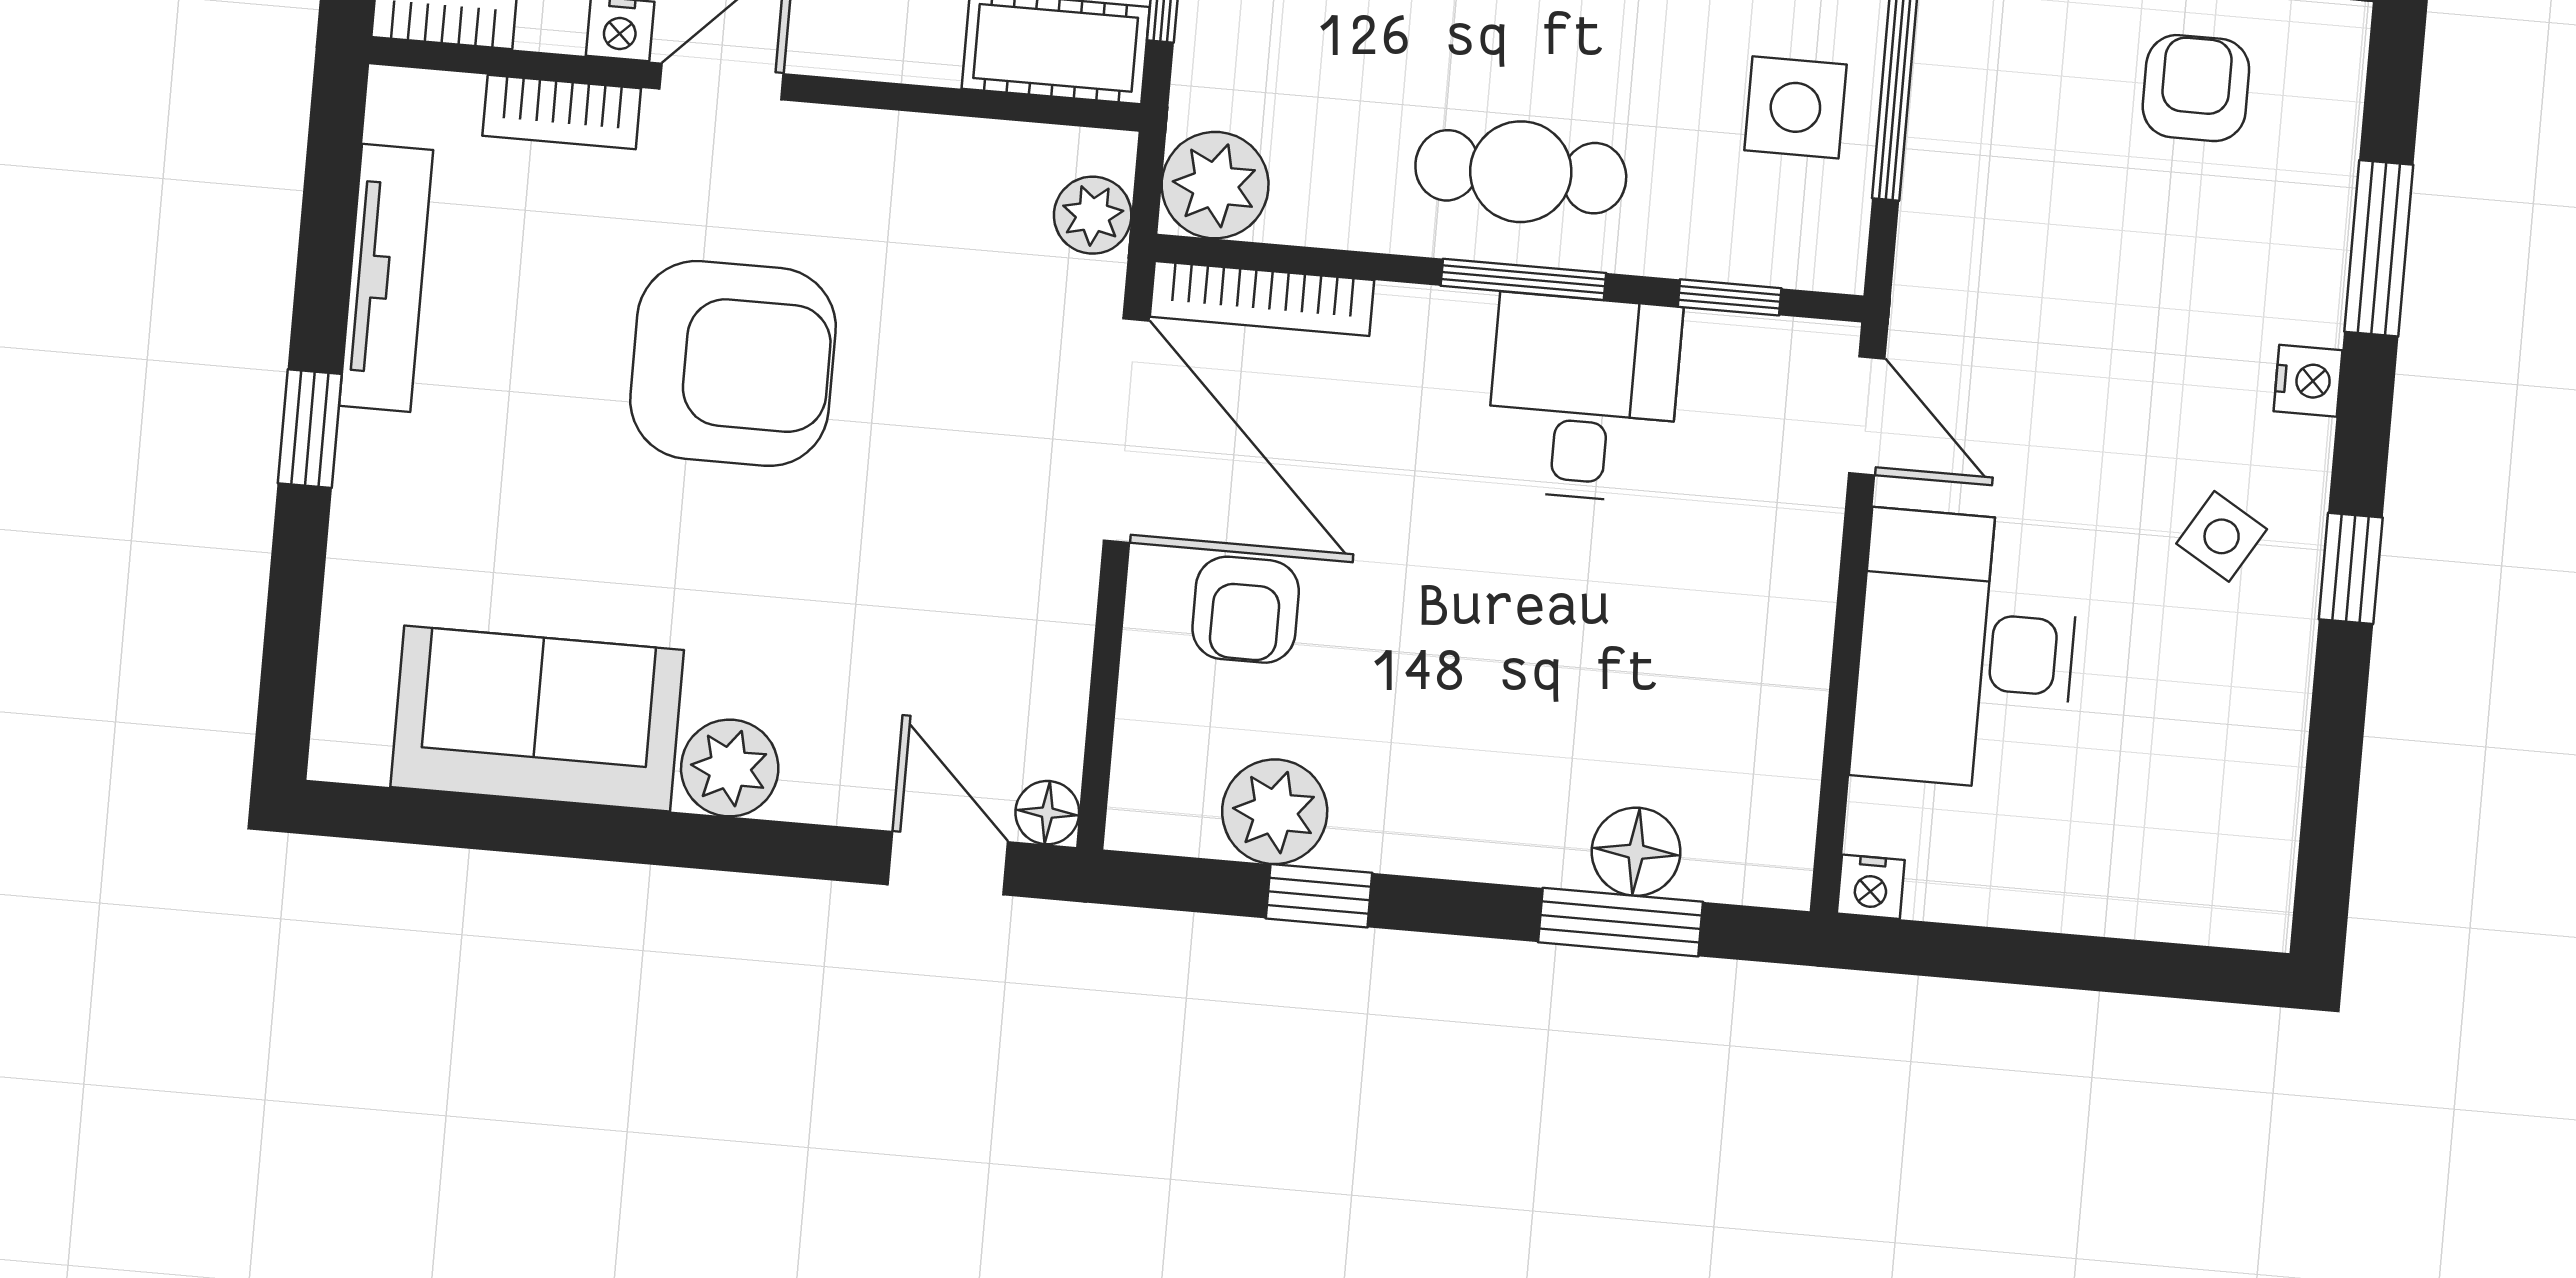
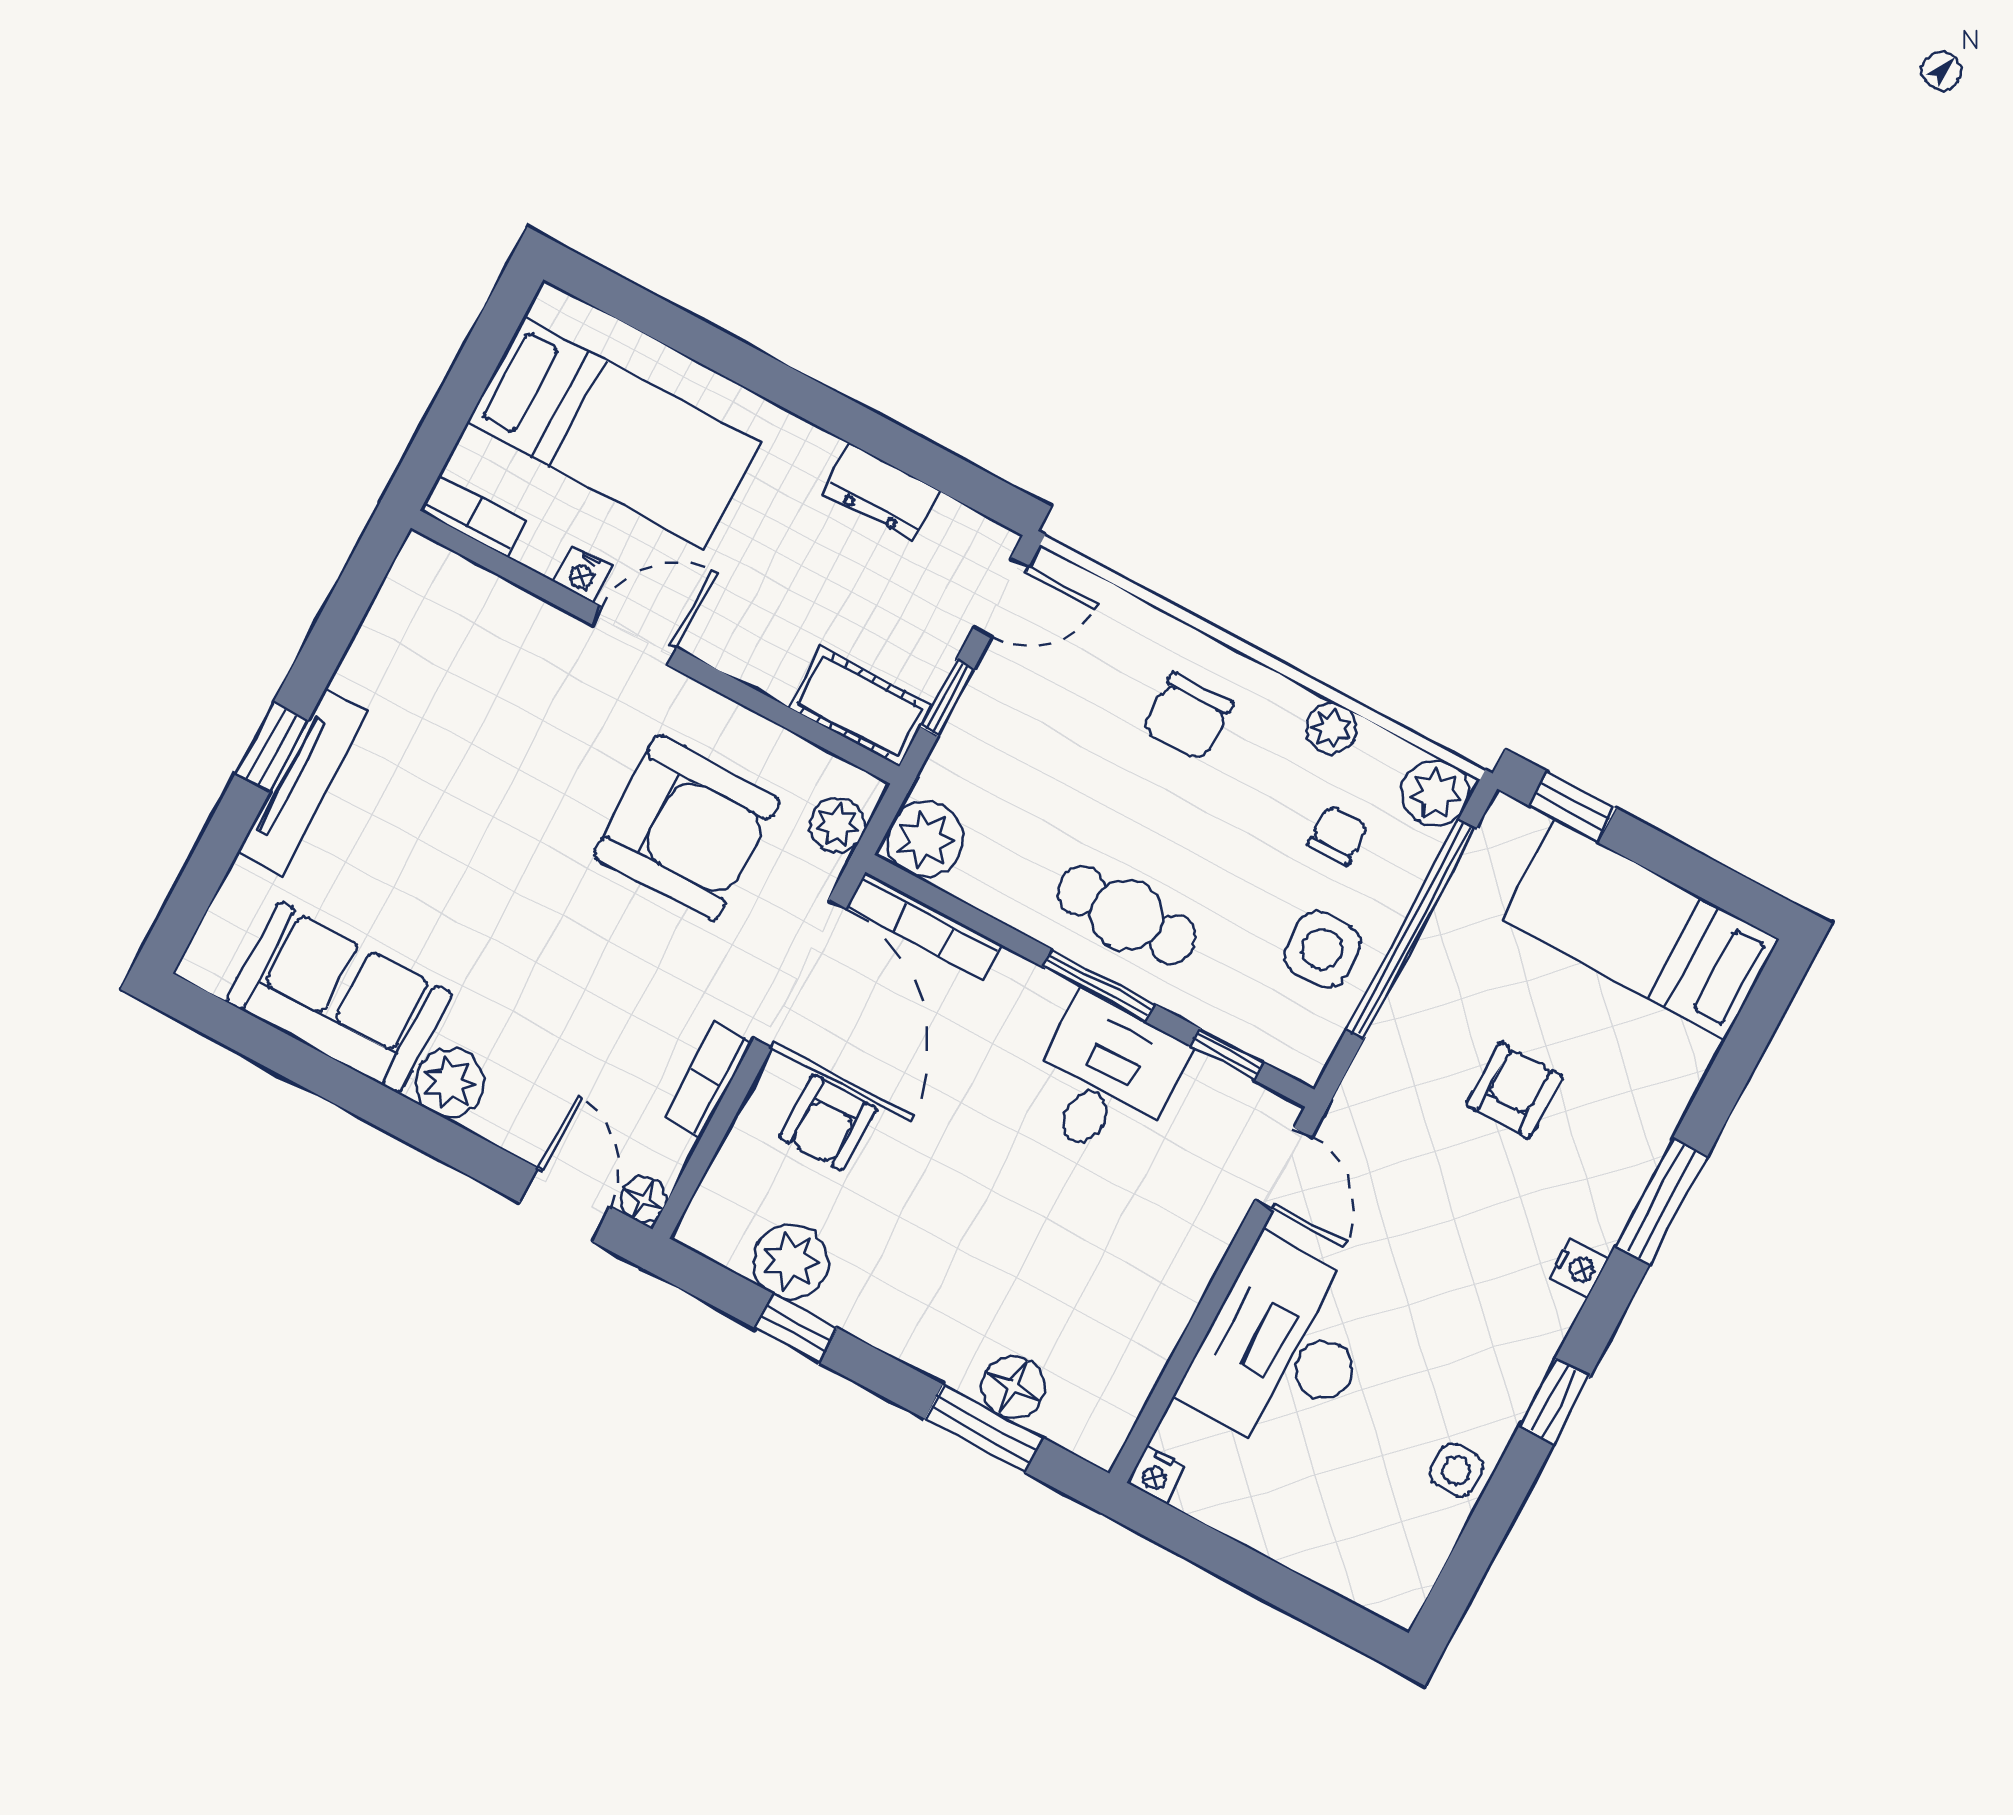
armchair: (2196, 88) -> (1514, 1090), moved
bookcase: (562, 112) -> (708, 1080), moved, turned 90
tv unit: (386, 278) -> (303, 782), moved
armchair: (733, 363) -> (686, 828), moved
side table: (2222, 536) -> (1456, 1470), moved, turned -31

